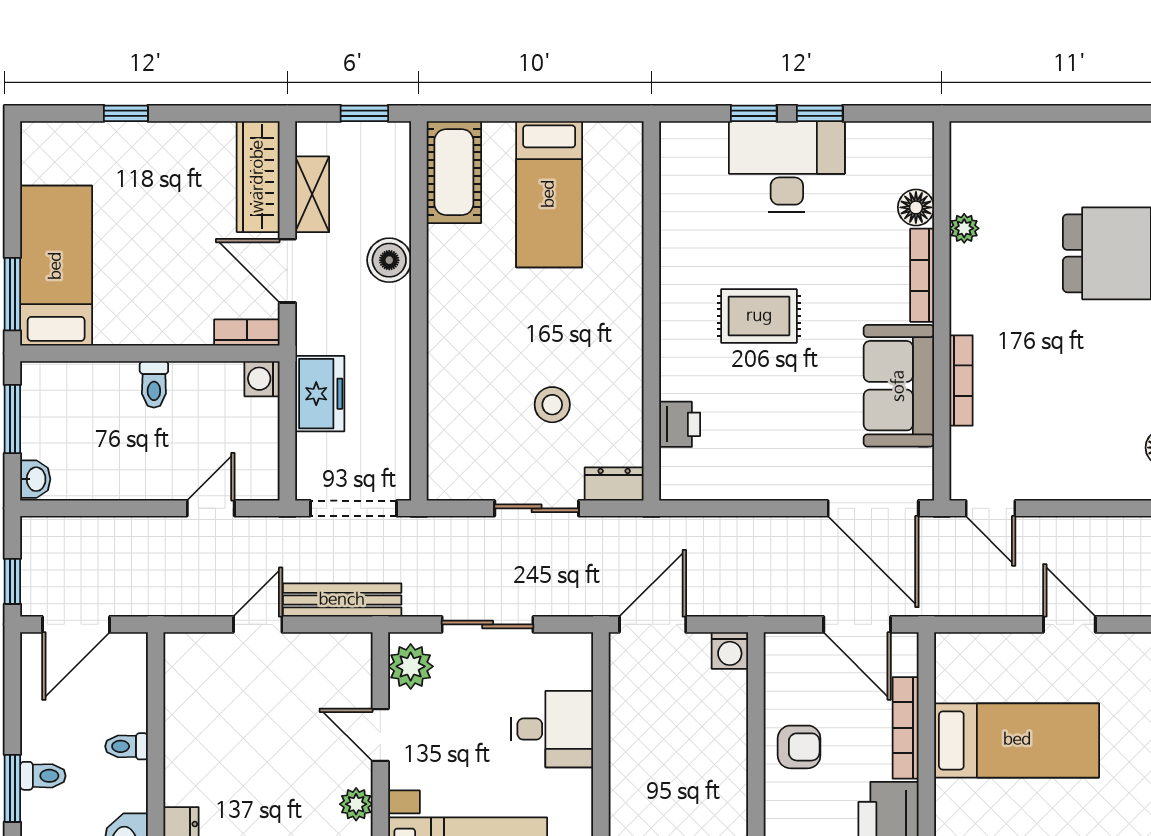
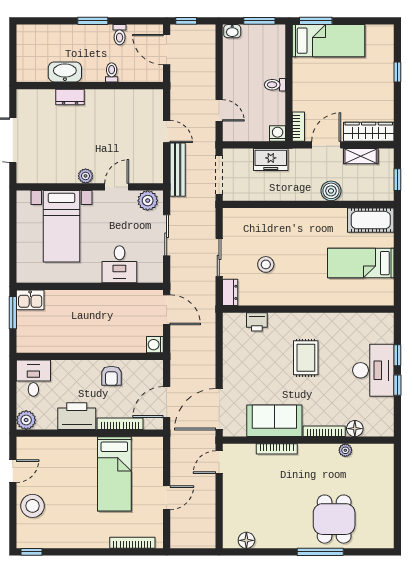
toilet: (43, 776) -> (120, 35), moved

